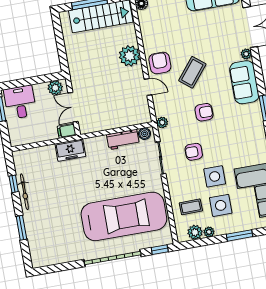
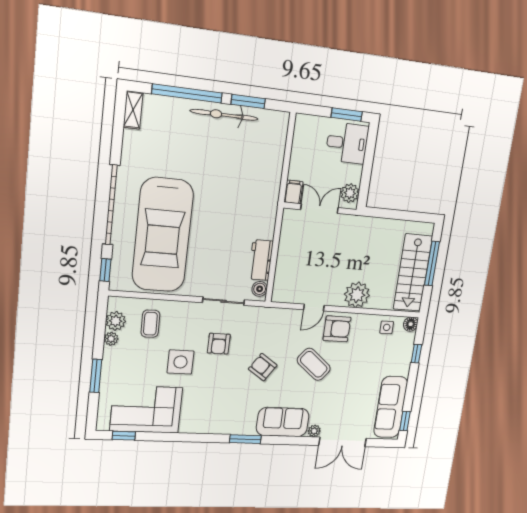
armchair: (204, 112) -> (263, 367), turned 124
plant: (162, 122) -> (266, 314), removed
freezer: (70, 150) -> (268, 190), removed
armchair: (194, 152) -> (219, 344), turned 180
window: (14, 184) -> (248, 101), width x1.50
bicycle: (24, 192) -> (224, 115), width x1.37, depth x1.40
side table: (221, 205) -> (387, 327), moved, width x0.54, depth x0.54
window: (21, 228) -> (187, 93), width x2.11
shelving: (44, 261) -> (133, 110), added

